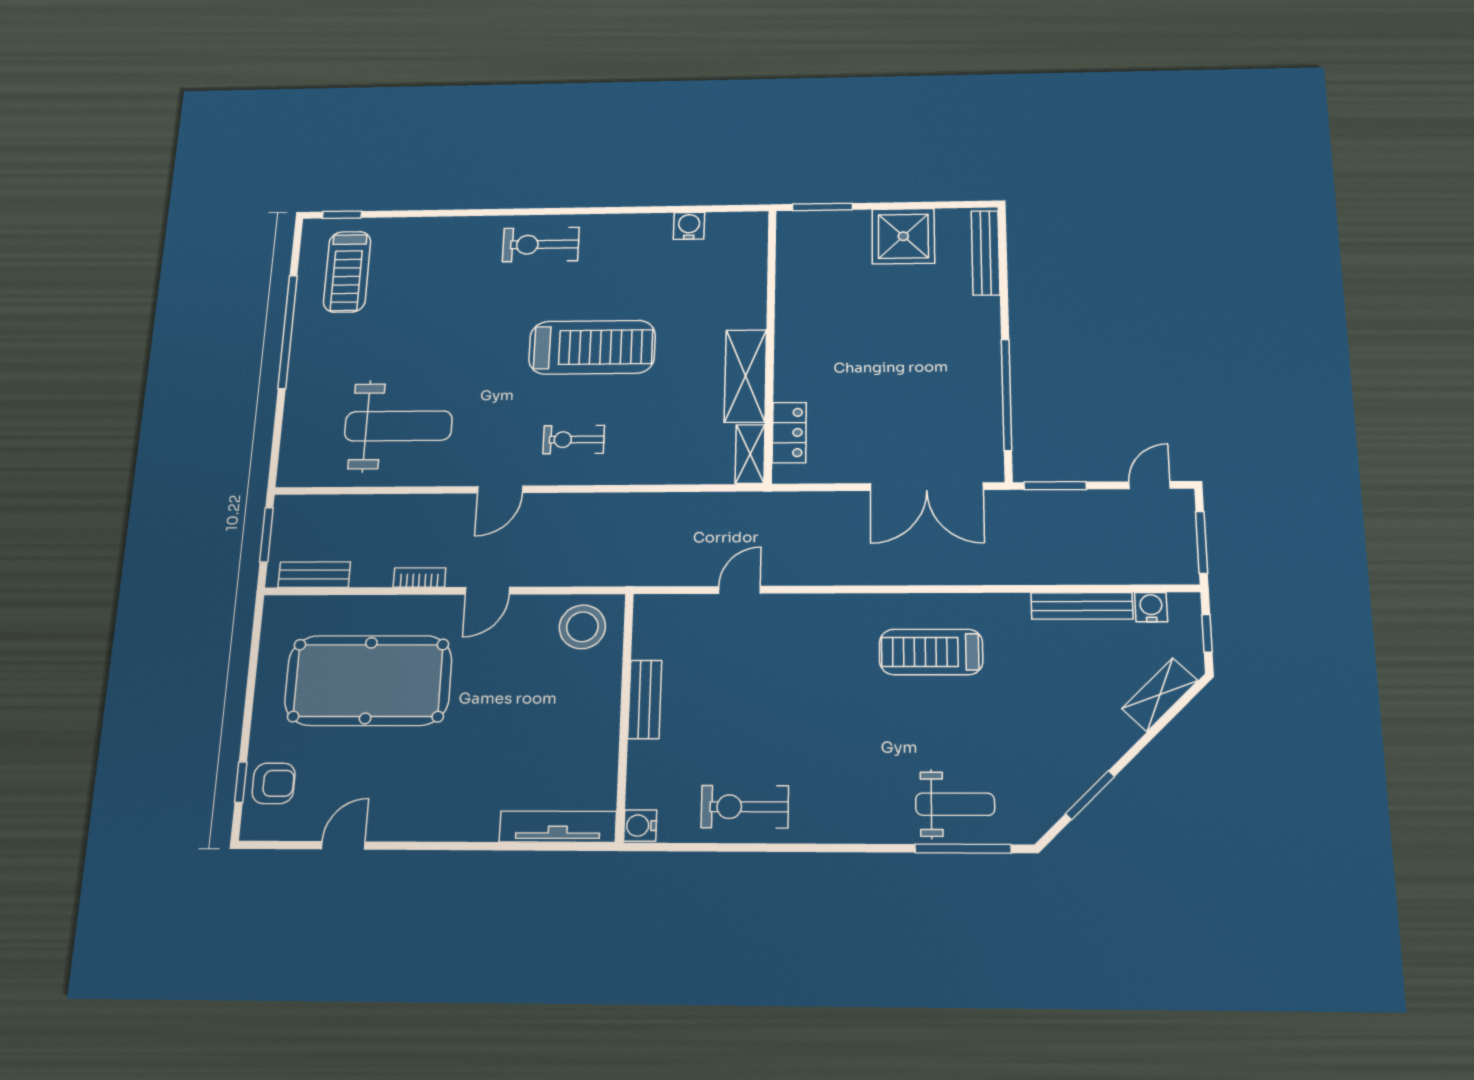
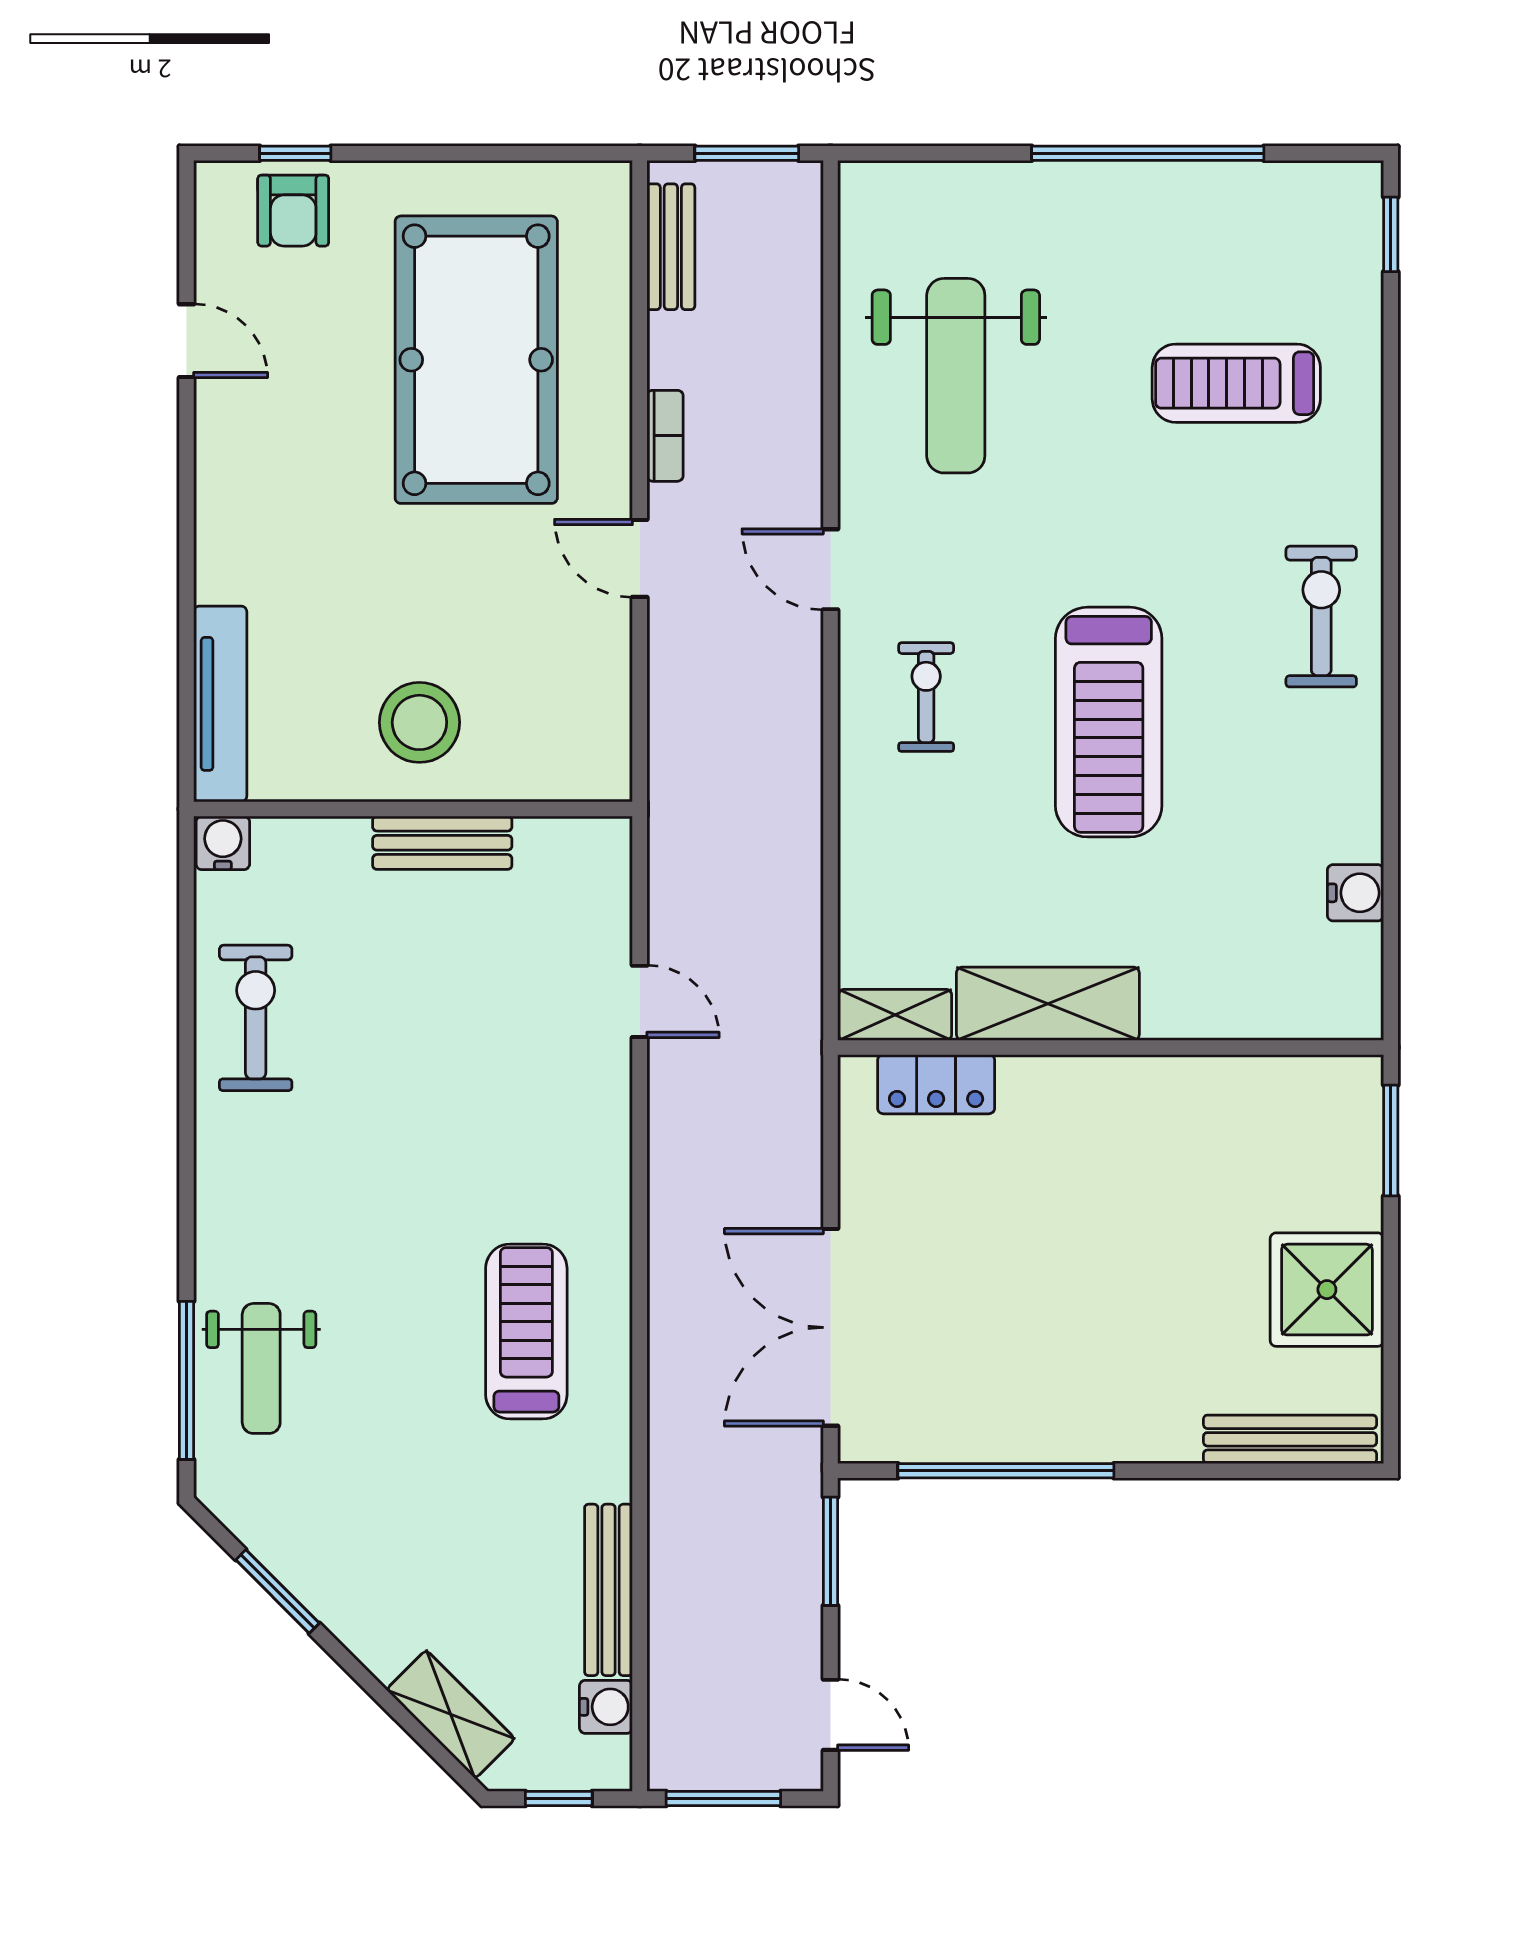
treadmill: (347, 272) -> (1236, 383), moved
stool: (582, 627) -> (419, 722), moved

